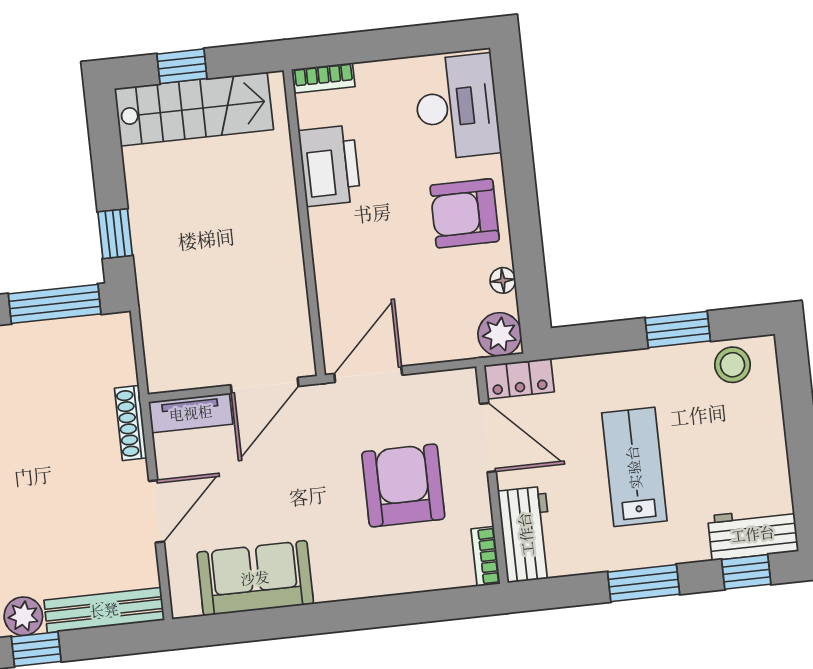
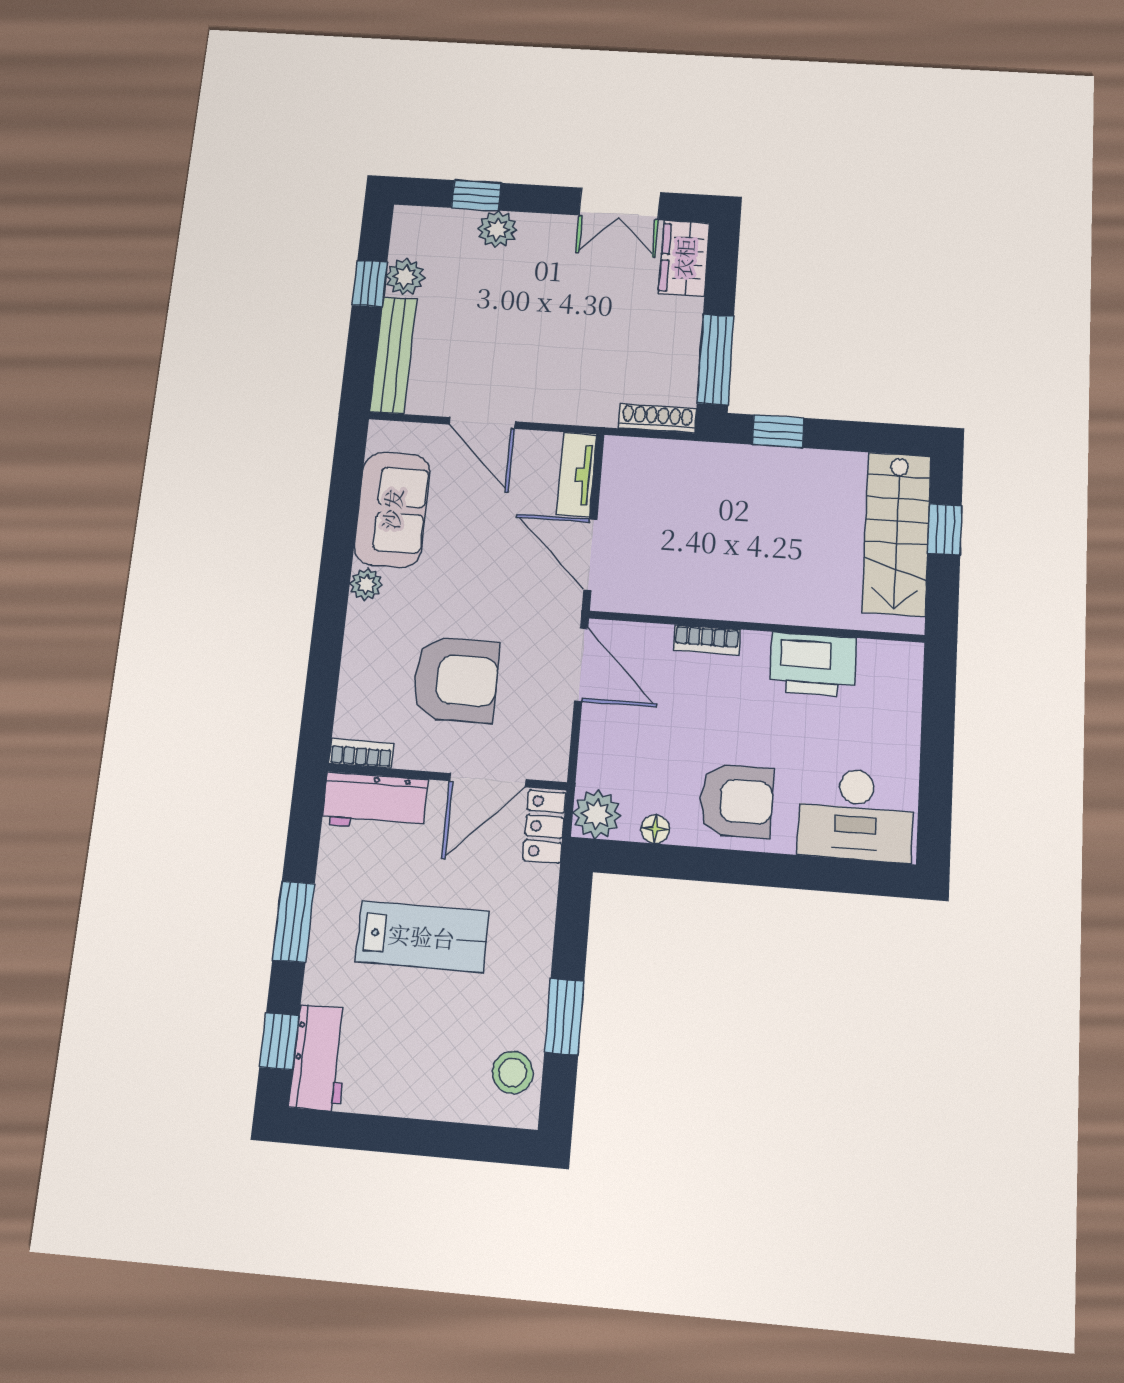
bookcase: (324, 78) -> (707, 640), moved, turned -90
armchair: (465, 213) -> (736, 801), turned 90
shoe rack: (131, 423) -> (657, 418), moved
plant: (330, 587) -> (366, 584), added

